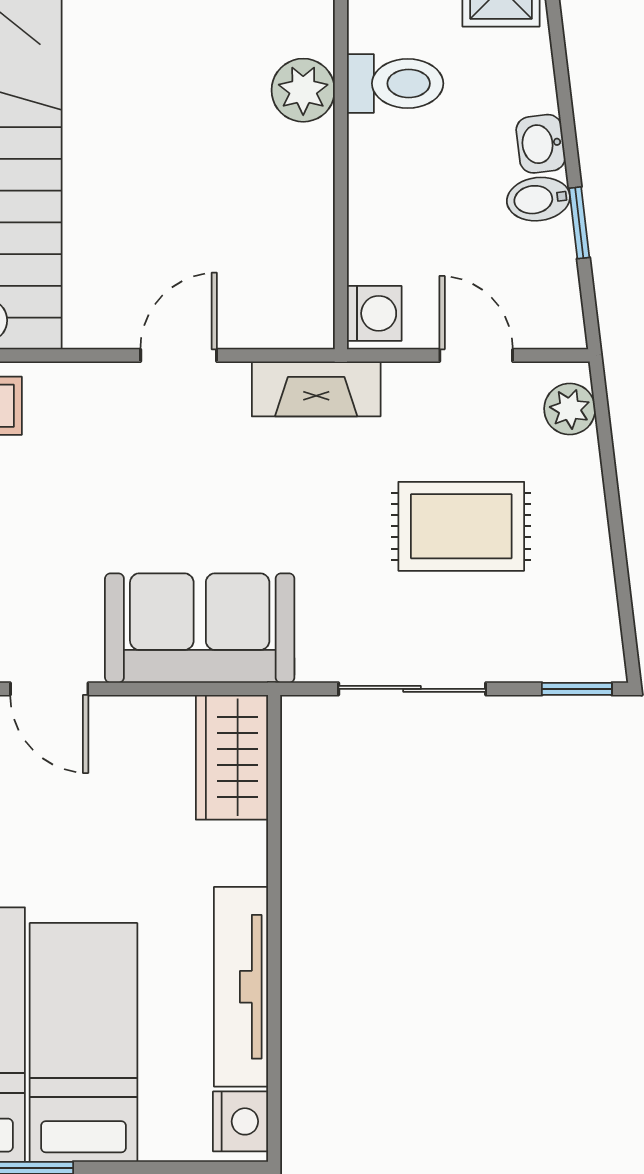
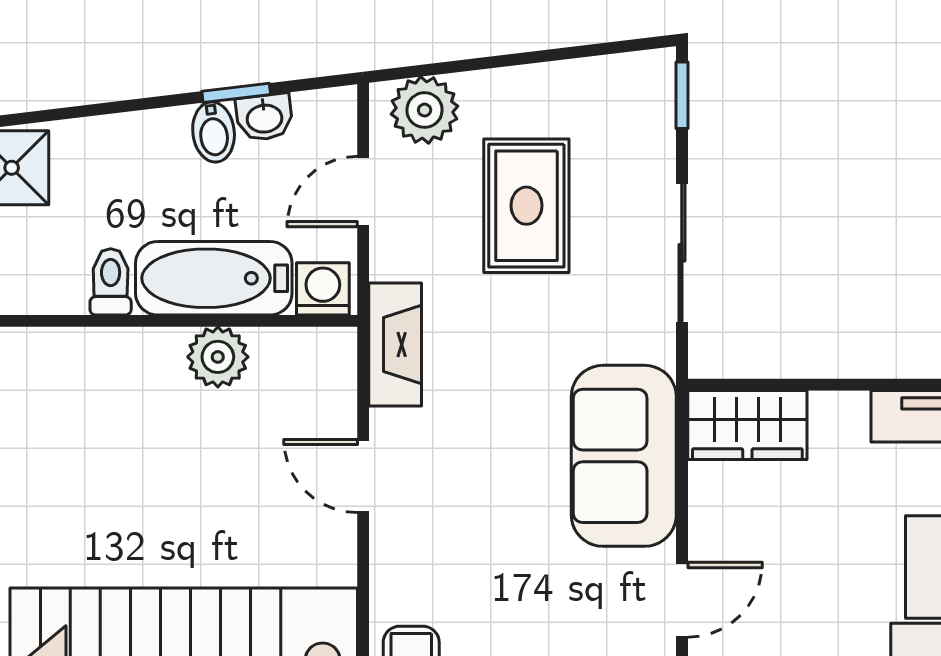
toilet: (395, 83) -> (111, 282), width x0.73, depth x0.72
plant: (303, 90) -> (218, 357), moved
washbasin: (541, 144) -> (264, 117), moved
bathtub: (385, 199) -> (214, 278), added
plant: (570, 409) -> (425, 110), width x1.38, depth x1.38

